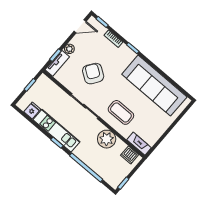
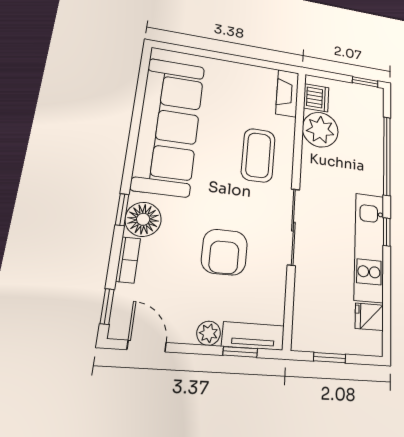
floor lamp: (124, 53) -> (143, 219), added
armchair: (93, 74) -> (224, 252), turned -35
plant: (107, 139) -> (320, 130), moved

